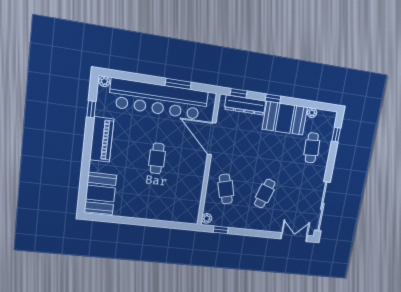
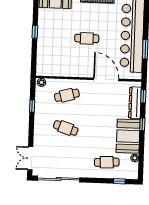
door: (212, 139) -> (106, 79), hinge flipped
window: (143, 222) -> (35, 32), added
window: (221, 230) -> (32, 106), moved
double door: (294, 237) -> (30, 158), swing flipped

